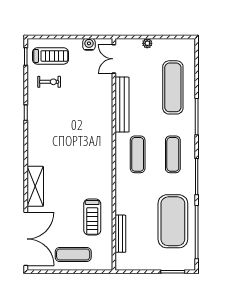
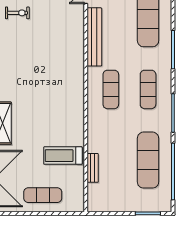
treadmill: (92, 217) -> (63, 156), turned 90
exercise mat: (173, 221) -> (148, 160), width x0.68
bench: (120, 234) -> (93, 168), width x0.73

